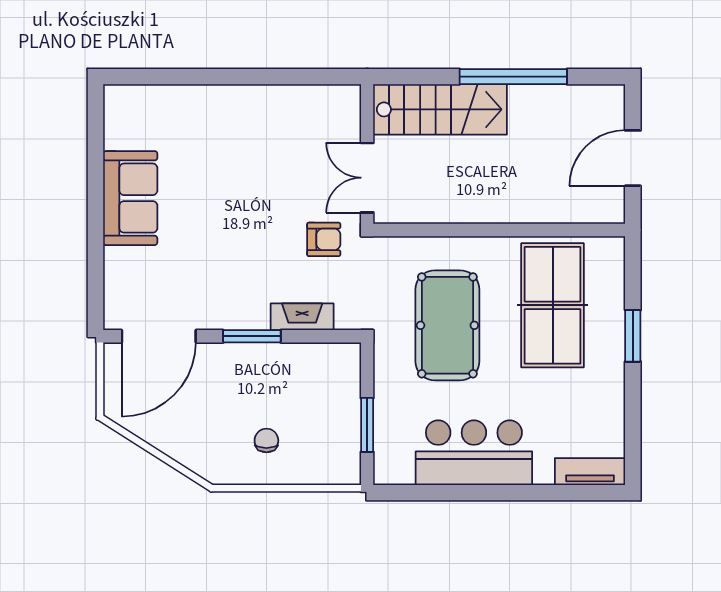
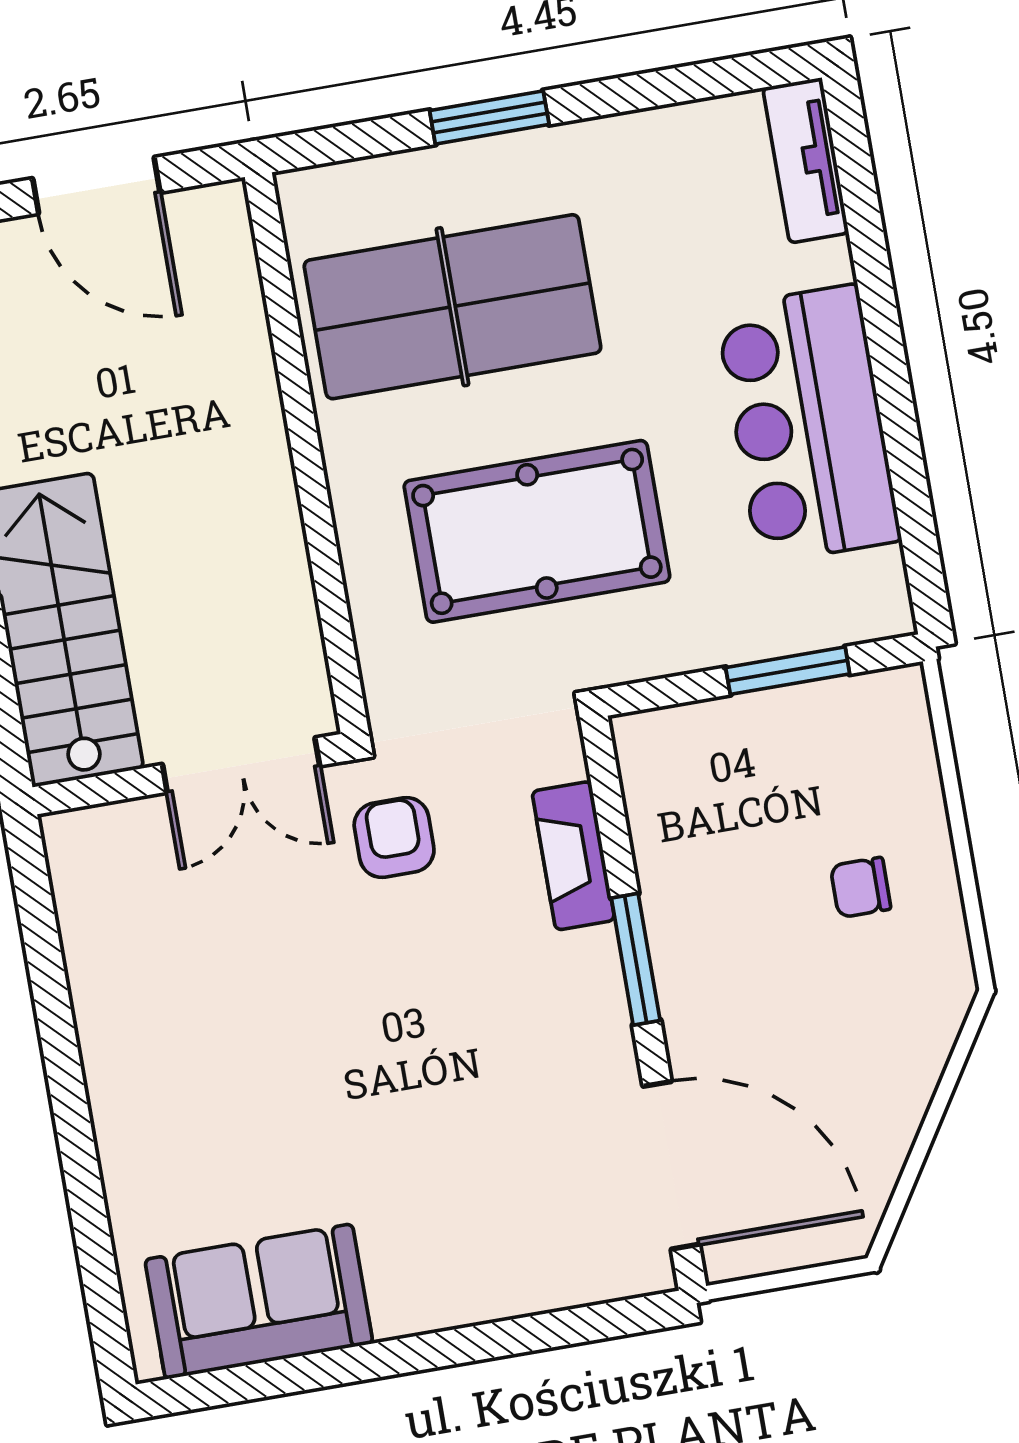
sofa: (130, 198) -> (259, 1302), moved

